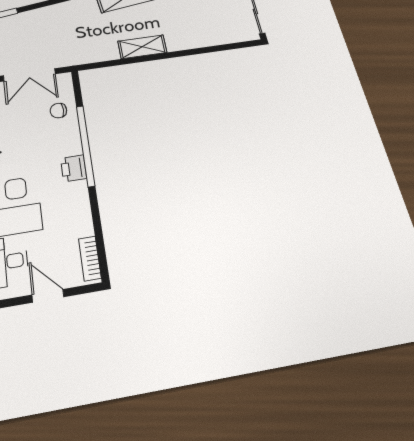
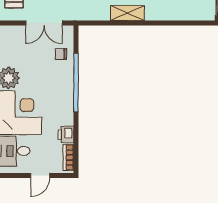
printer: (74, 168) -> (66, 135), moved
door: (48, 296) -> (40, 175), swing flipped

